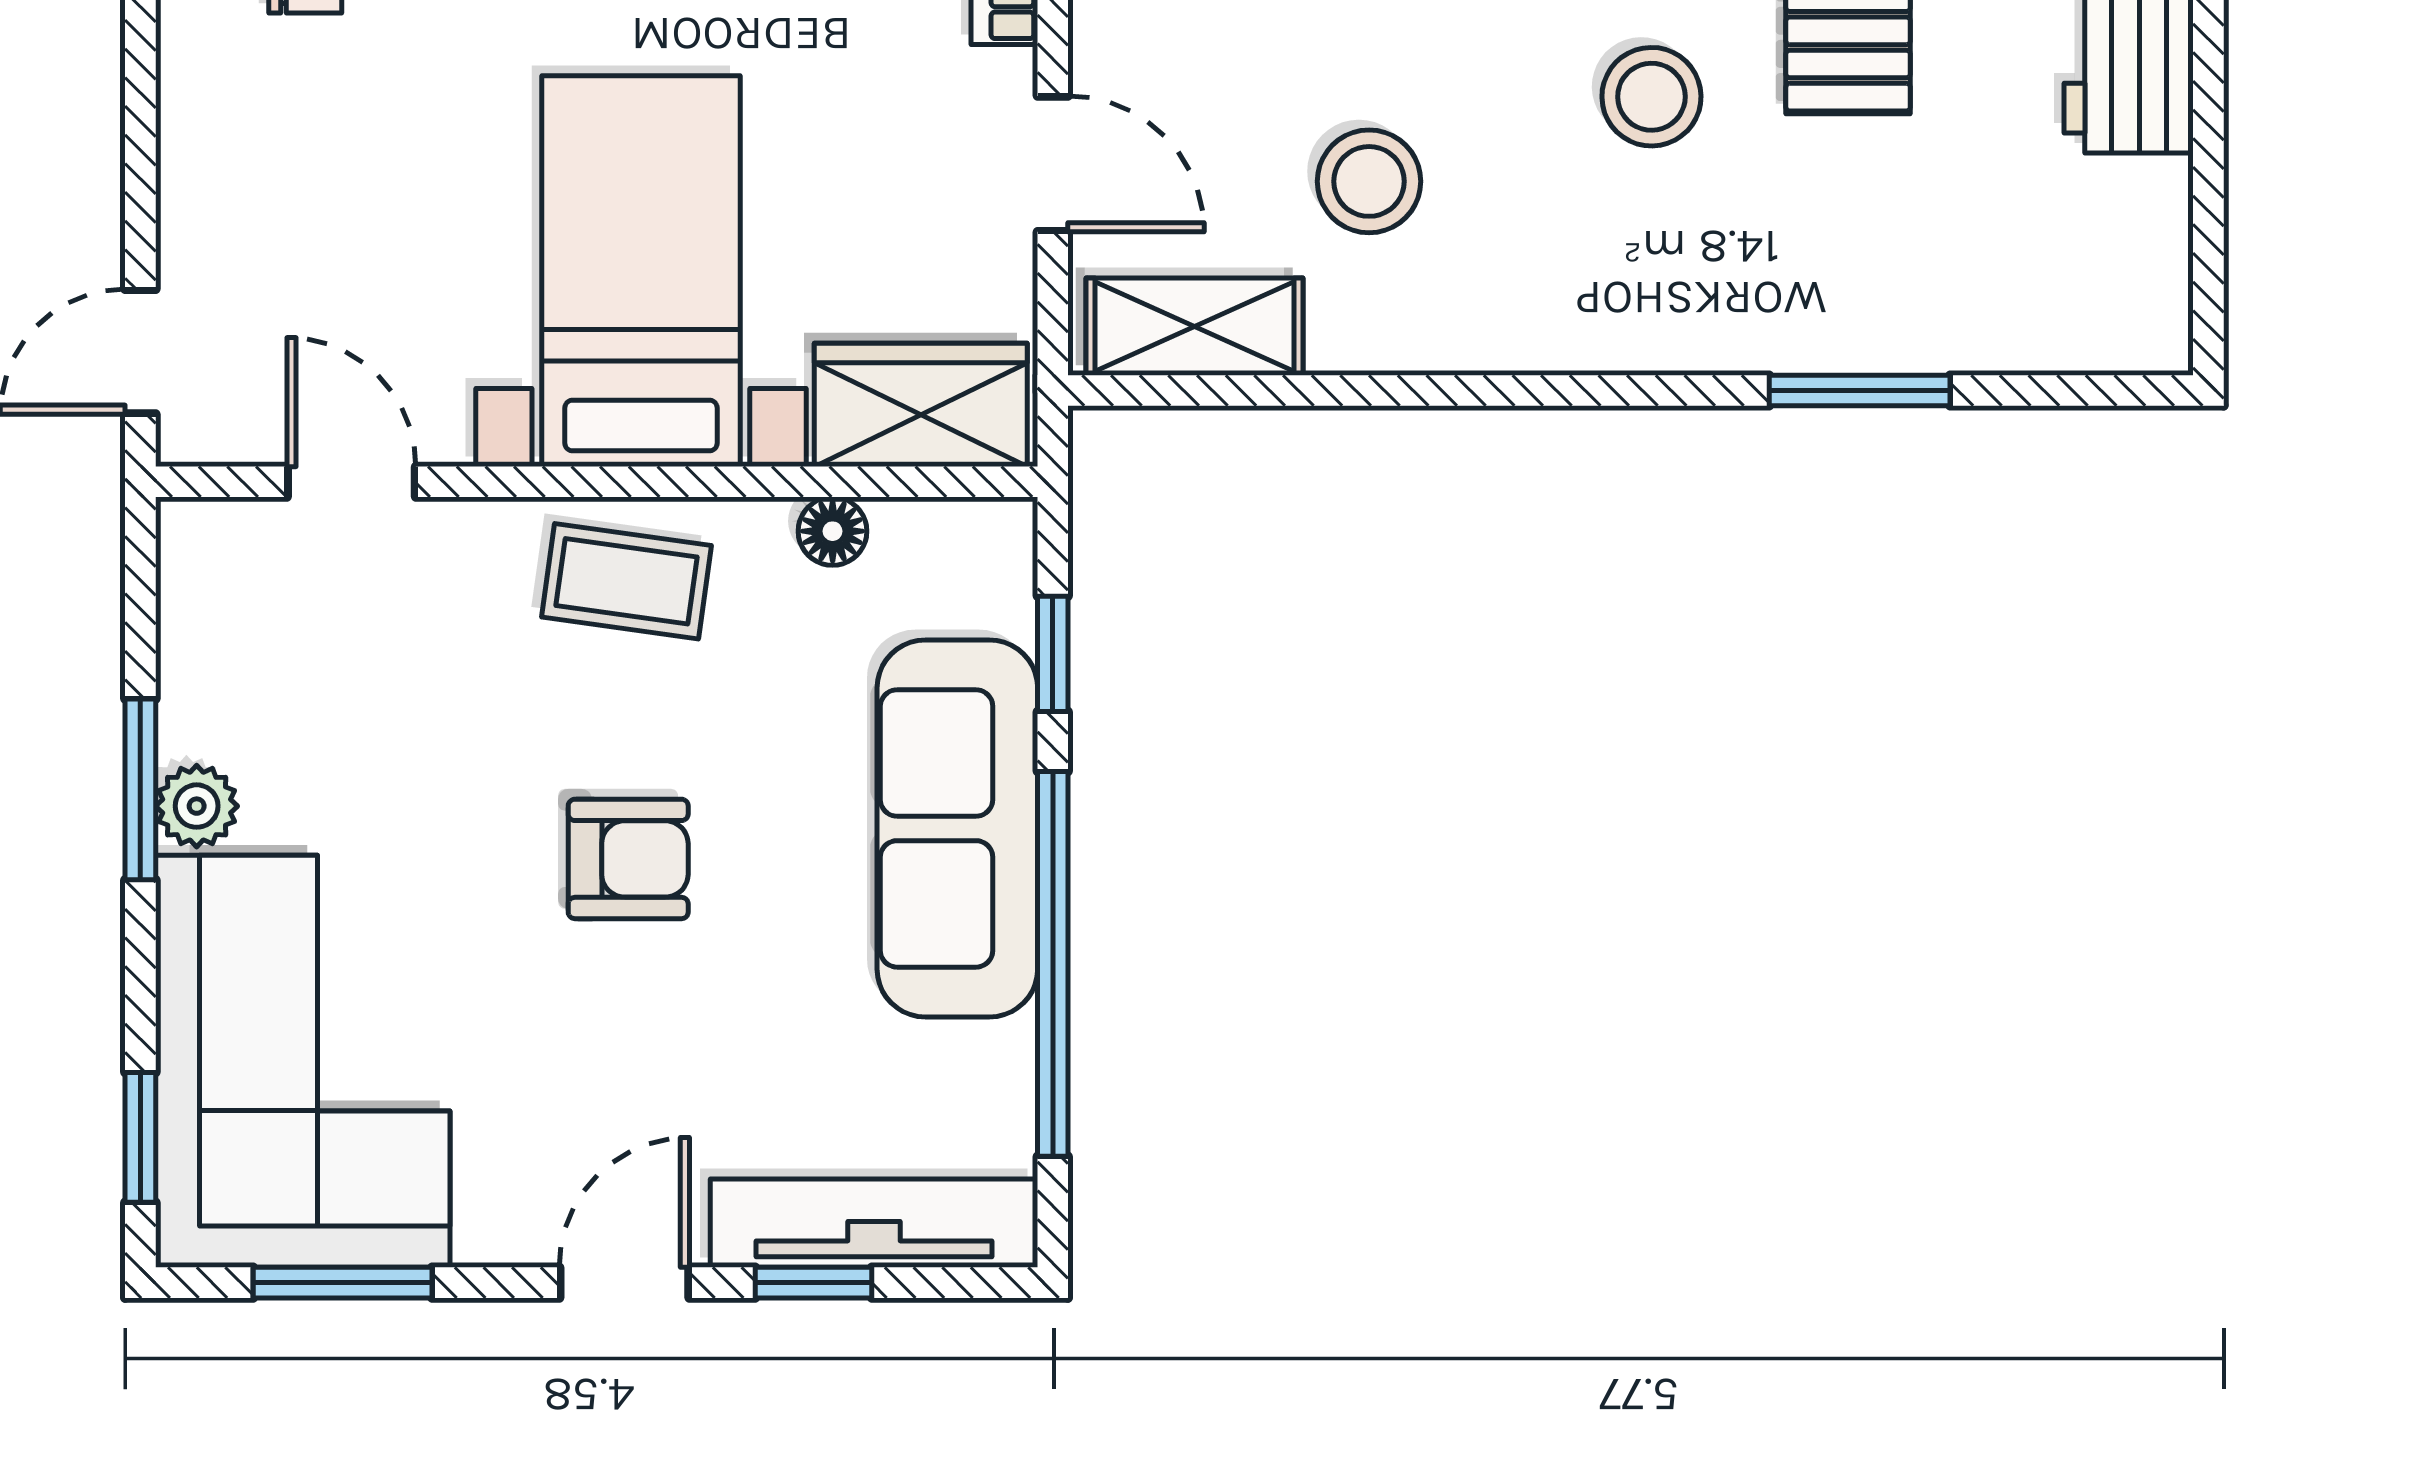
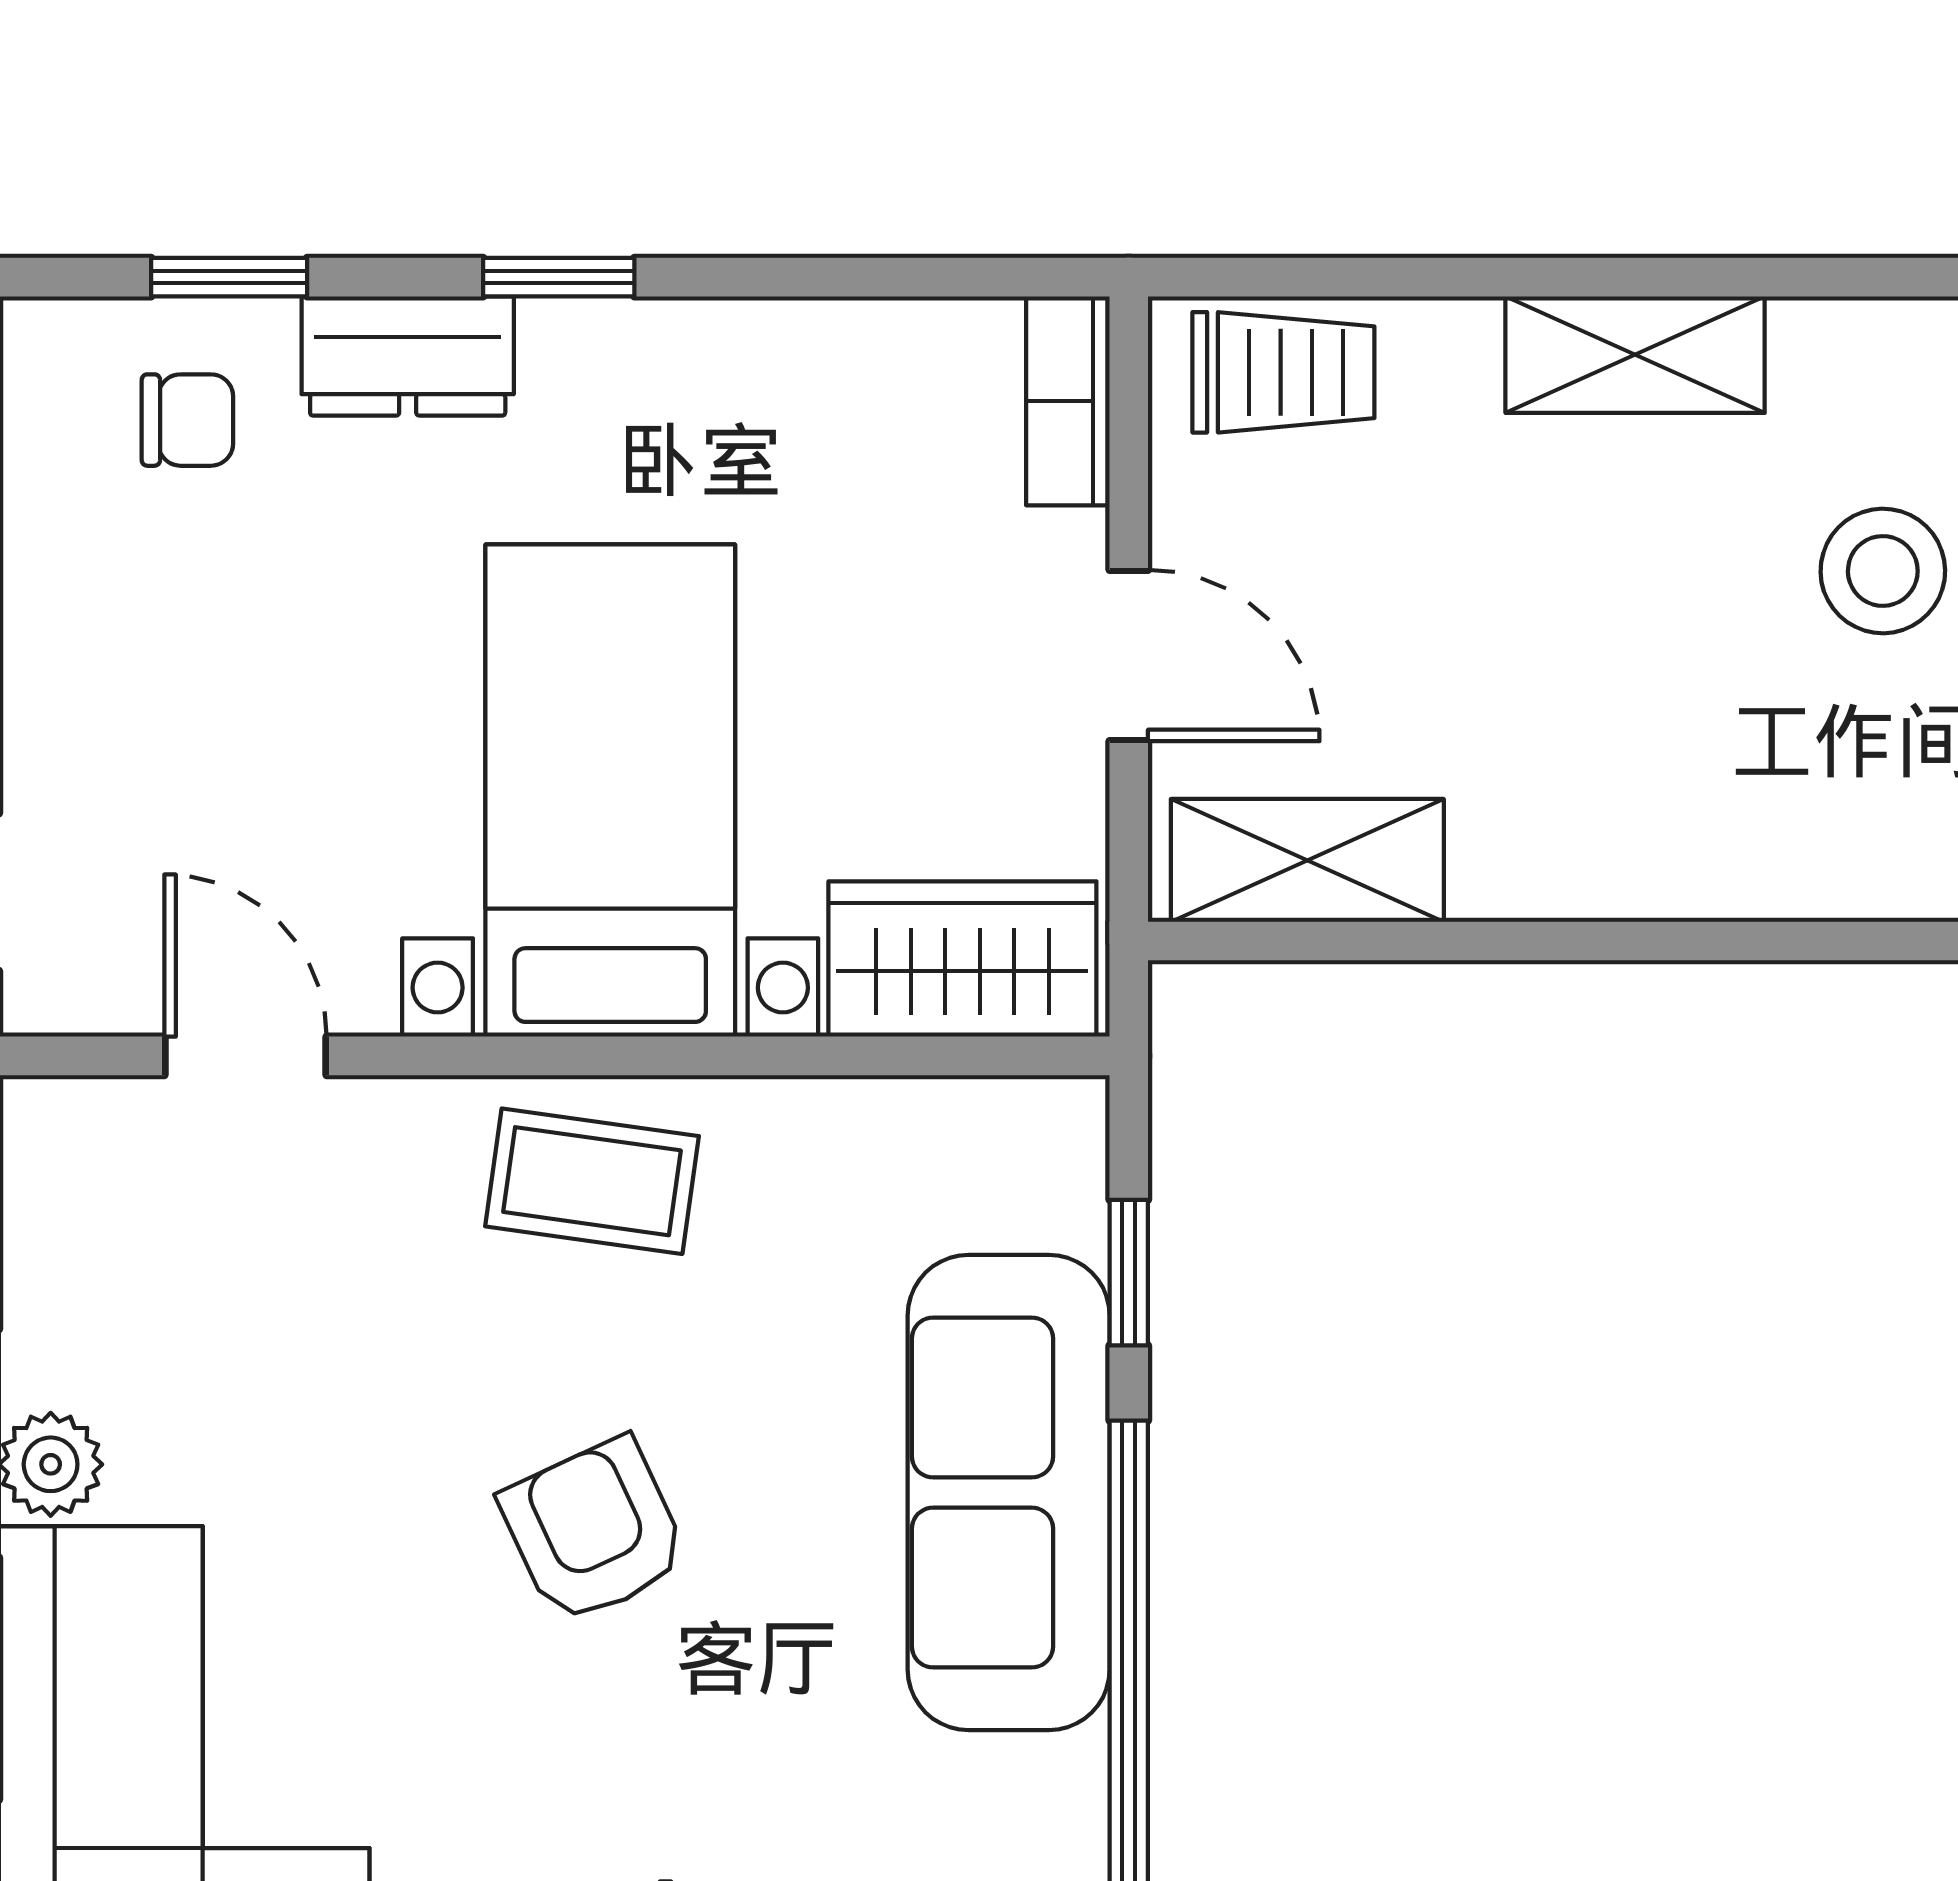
stool: (1369, 181) -> (1527, 678), removed
floor lamp: (833, 531) -> (851, 1118), removed
armchair: (628, 859) -> (594, 1531), turned -115

